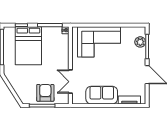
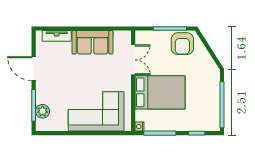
bed: (28, 46) -> (160, 92), moved, turned 90
armchair: (45, 93) -> (182, 44), moved

